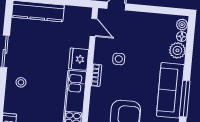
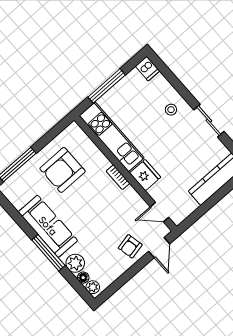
armchair: (133, 25) -> (130, 246), added
side table: (119, 59) -> (114, 208), removed
window: (185, 99) -> (48, 253), moved

